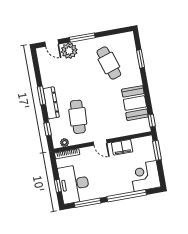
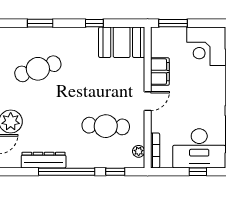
window: (42, 96) -> (67, 172), width x2.11
dresser: (51, 103) -> (44, 160), moved
booth: (135, 103) -> (122, 42), moved
window: (152, 121) -> (94, 23), moved

